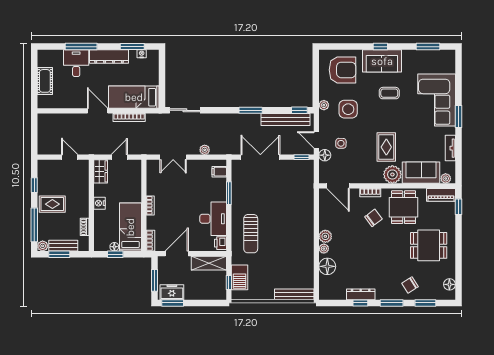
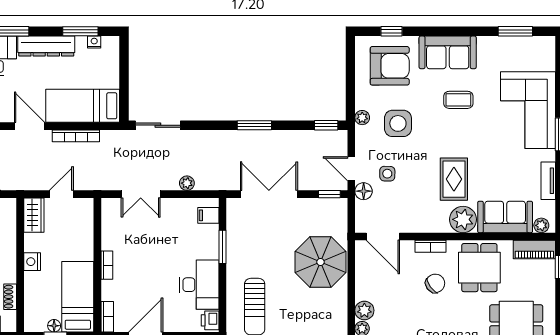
window: (380, 47) -> (392, 31), moved
bench: (285, 119) -> (306, 139), removed
parasol: (296, 203) -> (321, 262), added

